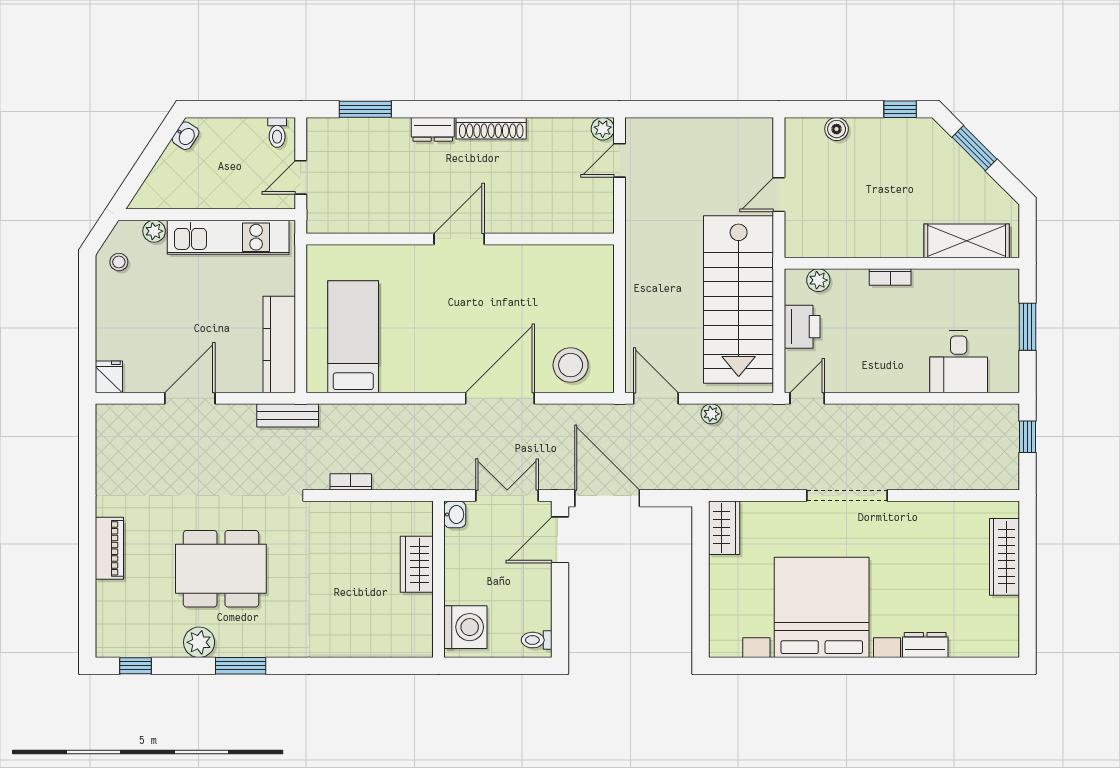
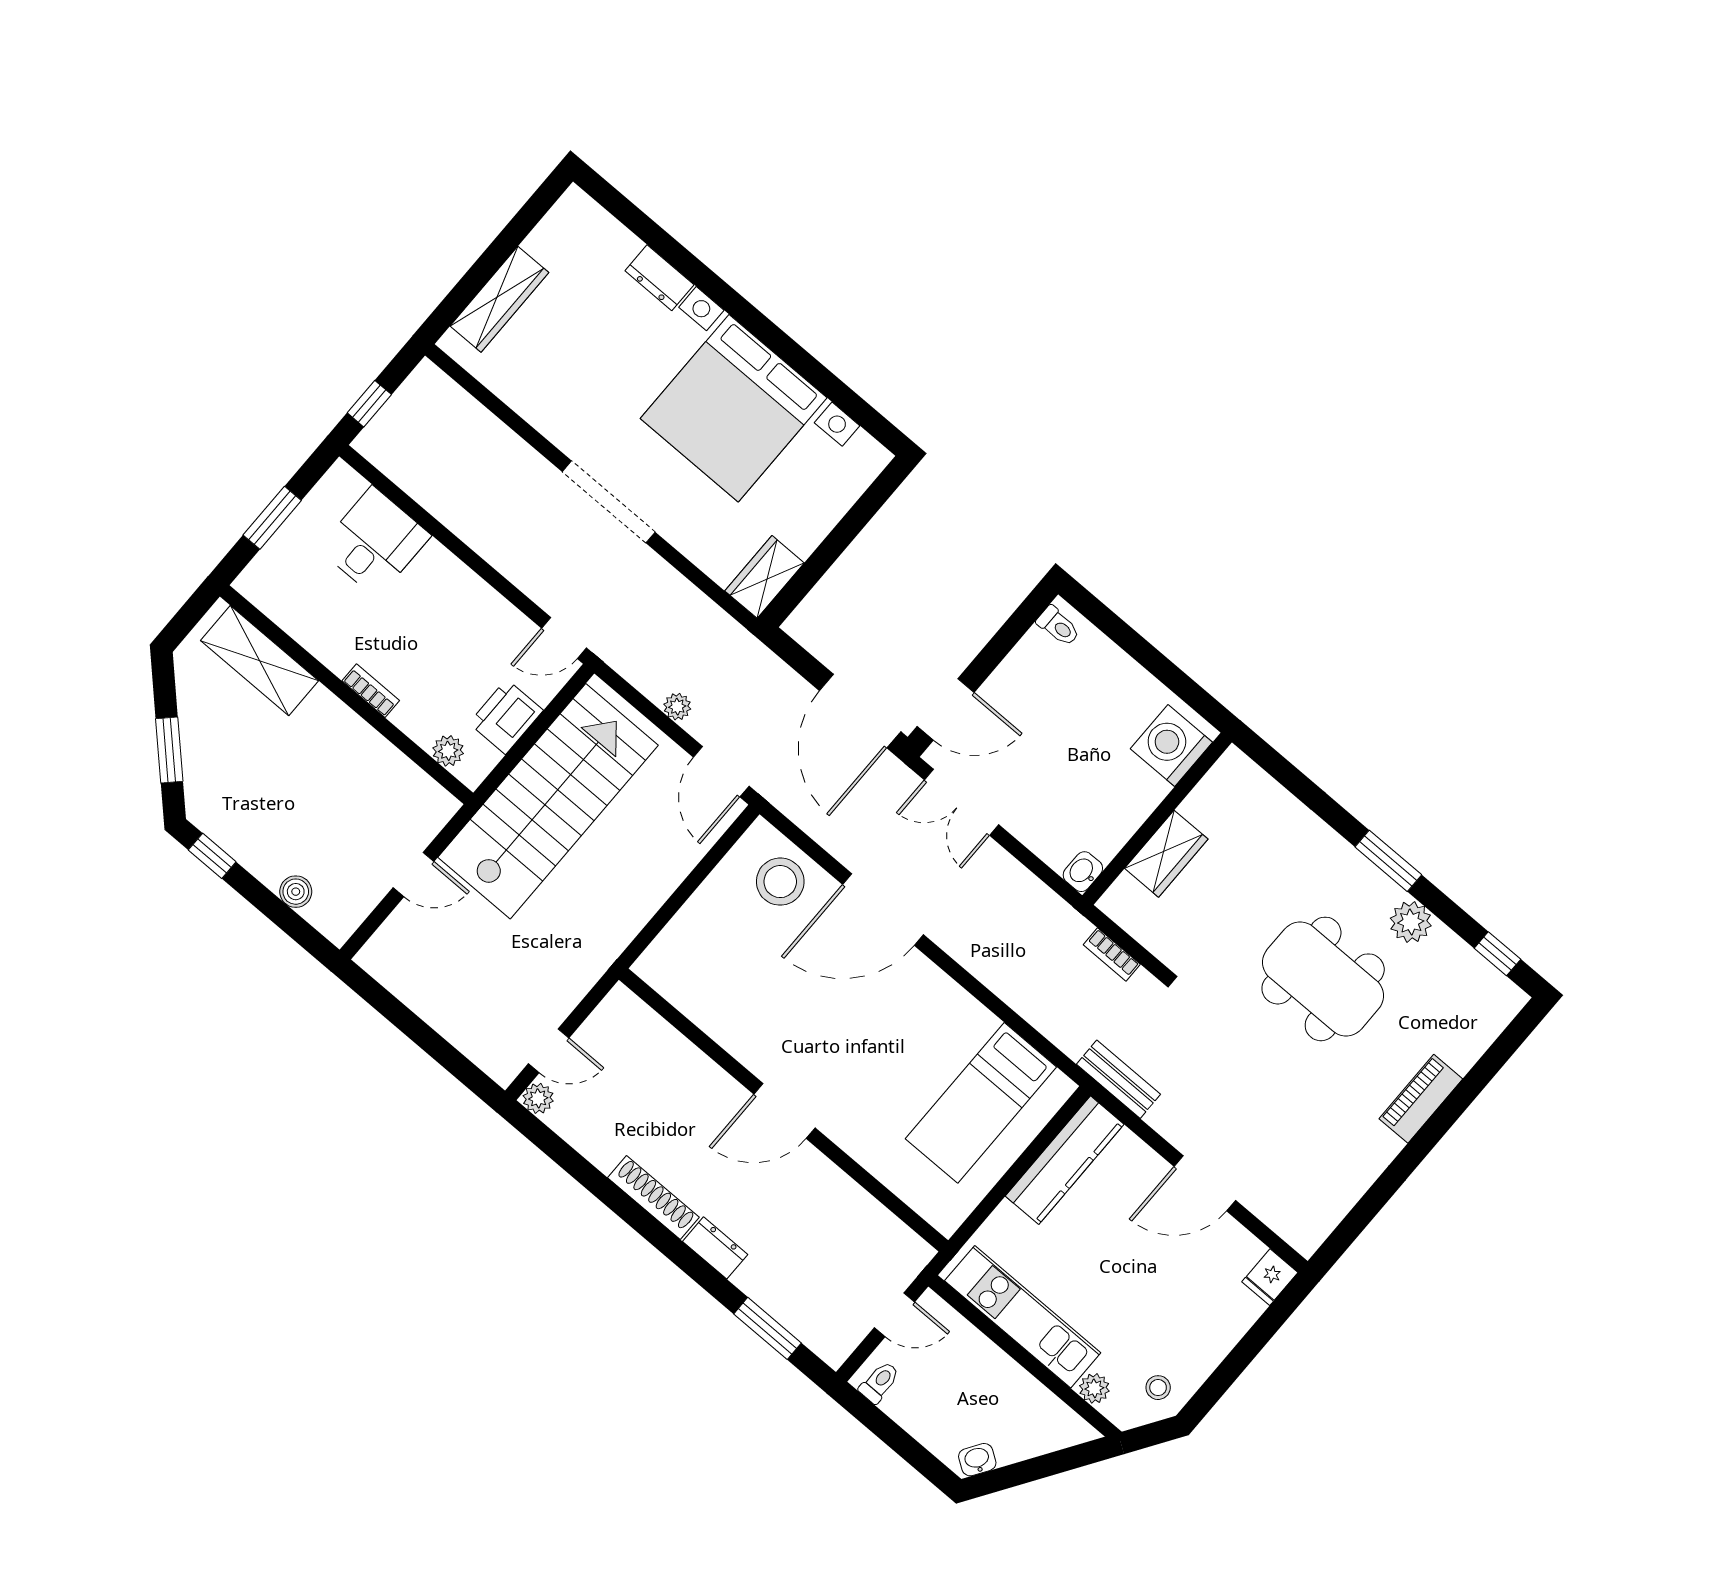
washbasin: (455, 514) -> (1083, 872), moved
wardrobe: (417, 564) -> (1166, 854), moved
wall: (439, 579) -> (1157, 819), moved
washing machine: (465, 627) -> (1171, 746), moved

